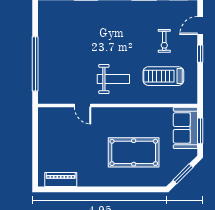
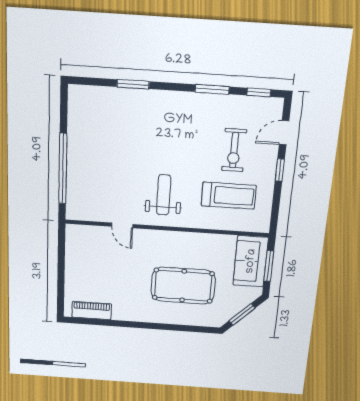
exercise bike: (164, 41) -> (234, 150), width x1.38, depth x1.39
treadmill: (163, 76) -> (229, 196), turned 180
weight bench: (113, 79) -> (164, 195), turned -90

